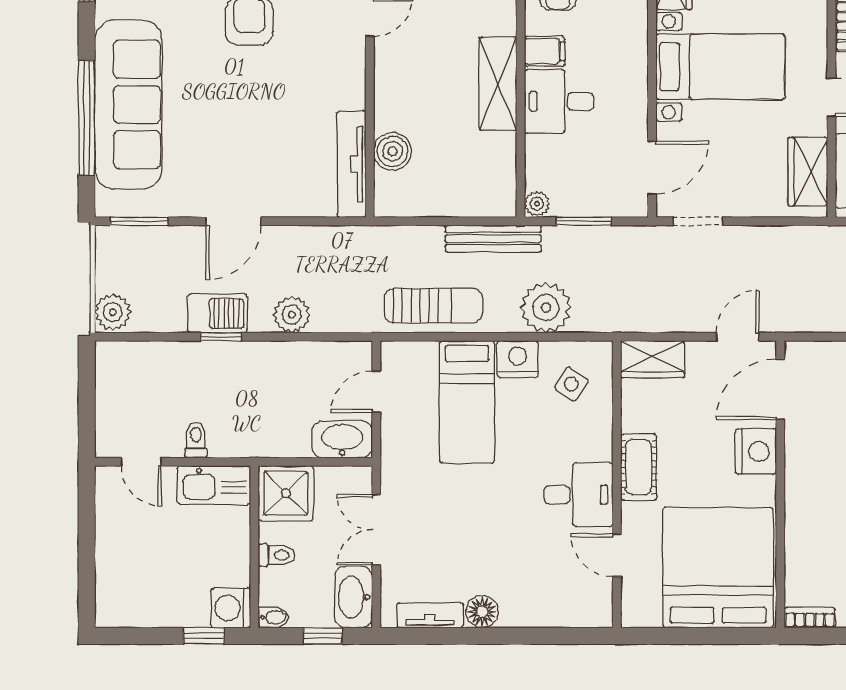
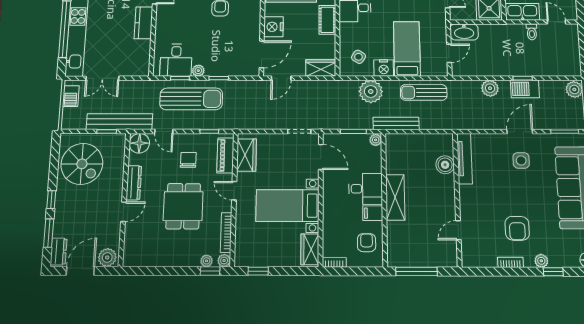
side table: (234, 160) -> (521, 160), added
door: (652, 168) -> (321, 157), swing flipped

